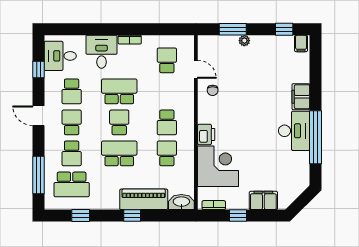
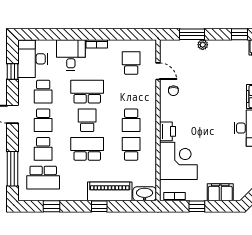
desk: (60, 56) -> (33, 59), width x1.37
school desk: (72, 122) -> (43, 120), turned 180

